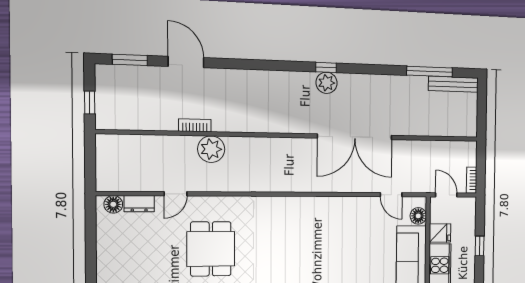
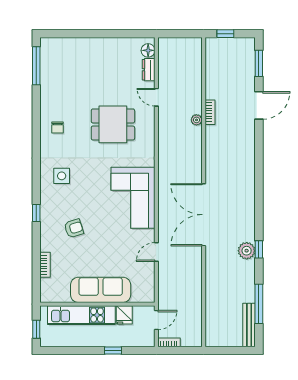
window: (326, 67) -> (259, 249), moved
plant: (327, 83) -> (247, 251), moved
double door: (355, 137) -> (204, 215), moved
plant: (211, 149) -> (196, 120), width x0.53, depth x0.53
door: (391, 195) -> (156, 252), moved
floor lamp: (418, 216) -> (139, 296), removed
corner sofa: (302, 223) -> (133, 198), added

